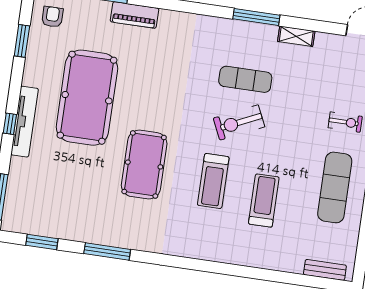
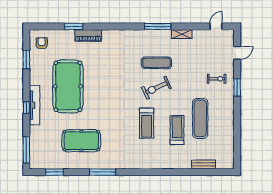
pool table: (144, 165) -> (81, 141), moved, turned 90
exercise mat: (335, 187) -> (200, 118), moved
window: (107, 252) -> (102, 172), moved
bench: (325, 270) -> (203, 165), moved

